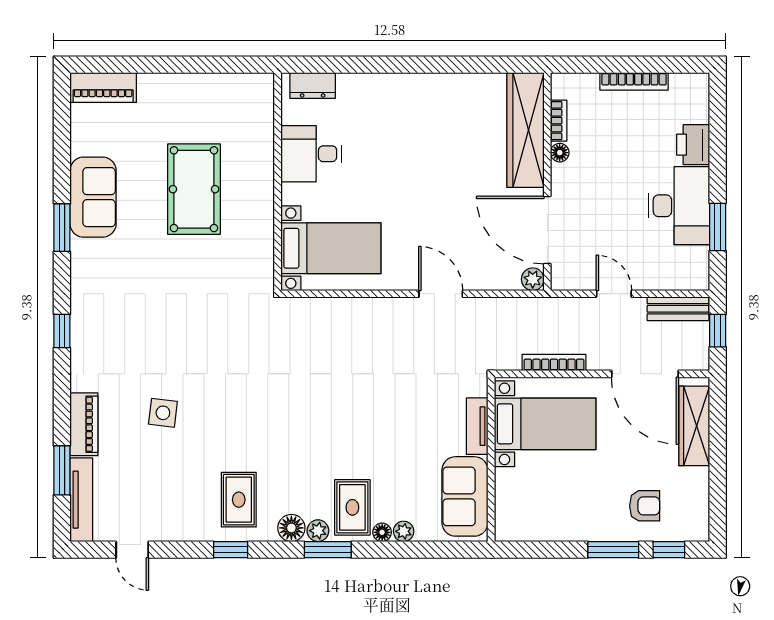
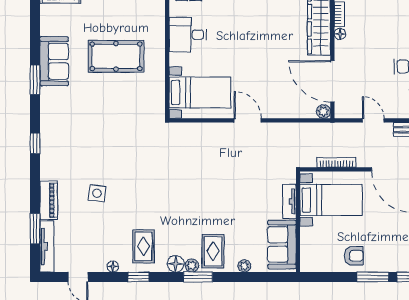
pool table: (194, 189) -> (116, 56), turned 90
door: (441, 294) -> (248, 120), moved
armchair: (645, 506) -> (354, 256), moved
floor lamp: (382, 532) -> (113, 266), moved

